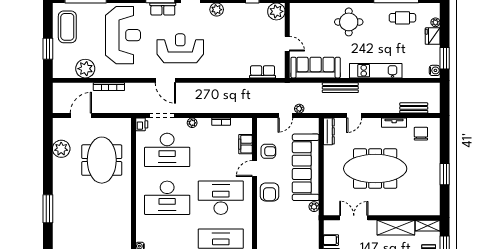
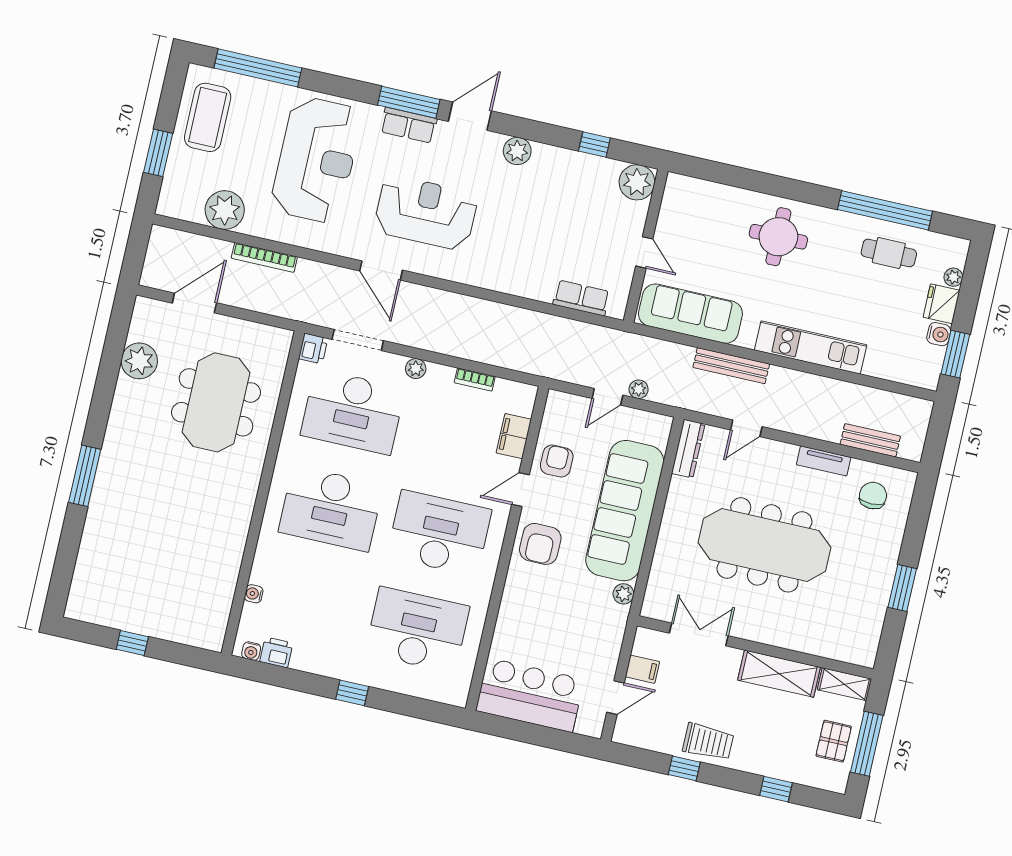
water cooler: (435, 70) -> (939, 334), moved
armchair: (268, 151) -> (557, 461), turned -90

